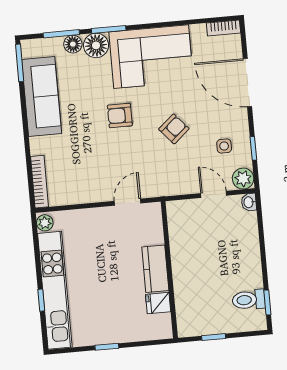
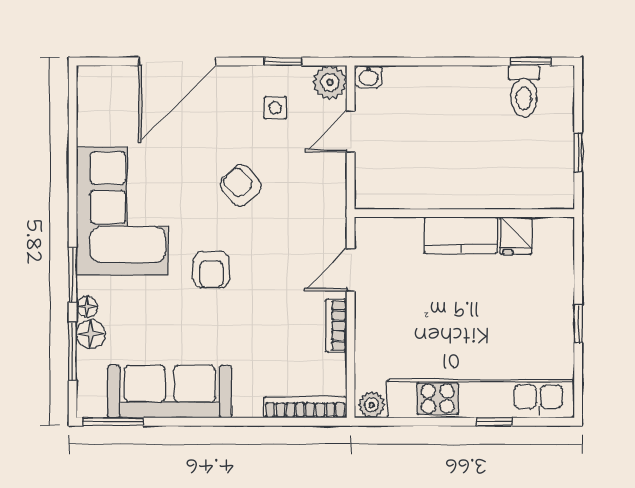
bookcase: (223, 28) -> (336, 326), moved, turned 180
floor lamp: (96, 45) -> (87, 307), width x0.53, depth x0.53
door: (128, 202) -> (351, 270), hinge flipped

